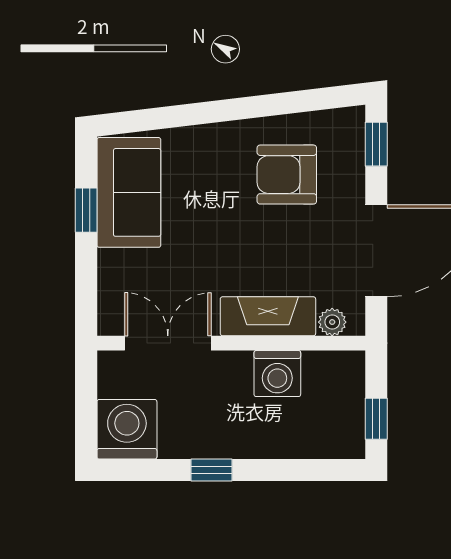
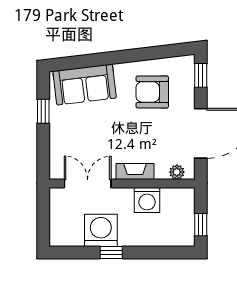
sofa: (129, 192) -> (85, 85), moved, turned 83
fireplace: (268, 316) -> (135, 171), width x0.73, depth x0.76
washing machine: (127, 429) -> (101, 230), moved

